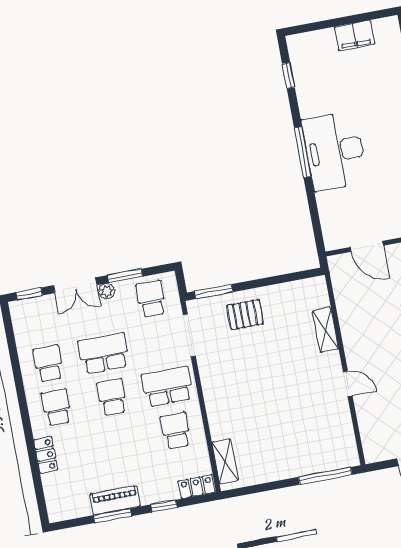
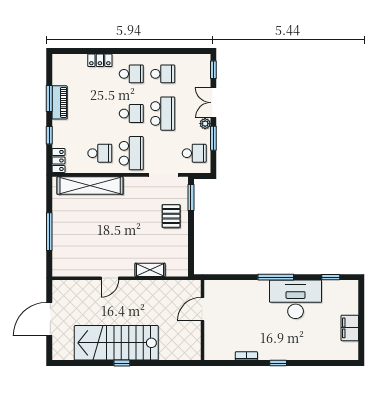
desk: (335, 151) -> (296, 299), moved
shelving: (225, 461) -> (90, 186), width x2.20, depth x1.33
window: (325, 476) -> (49, 232), moved

